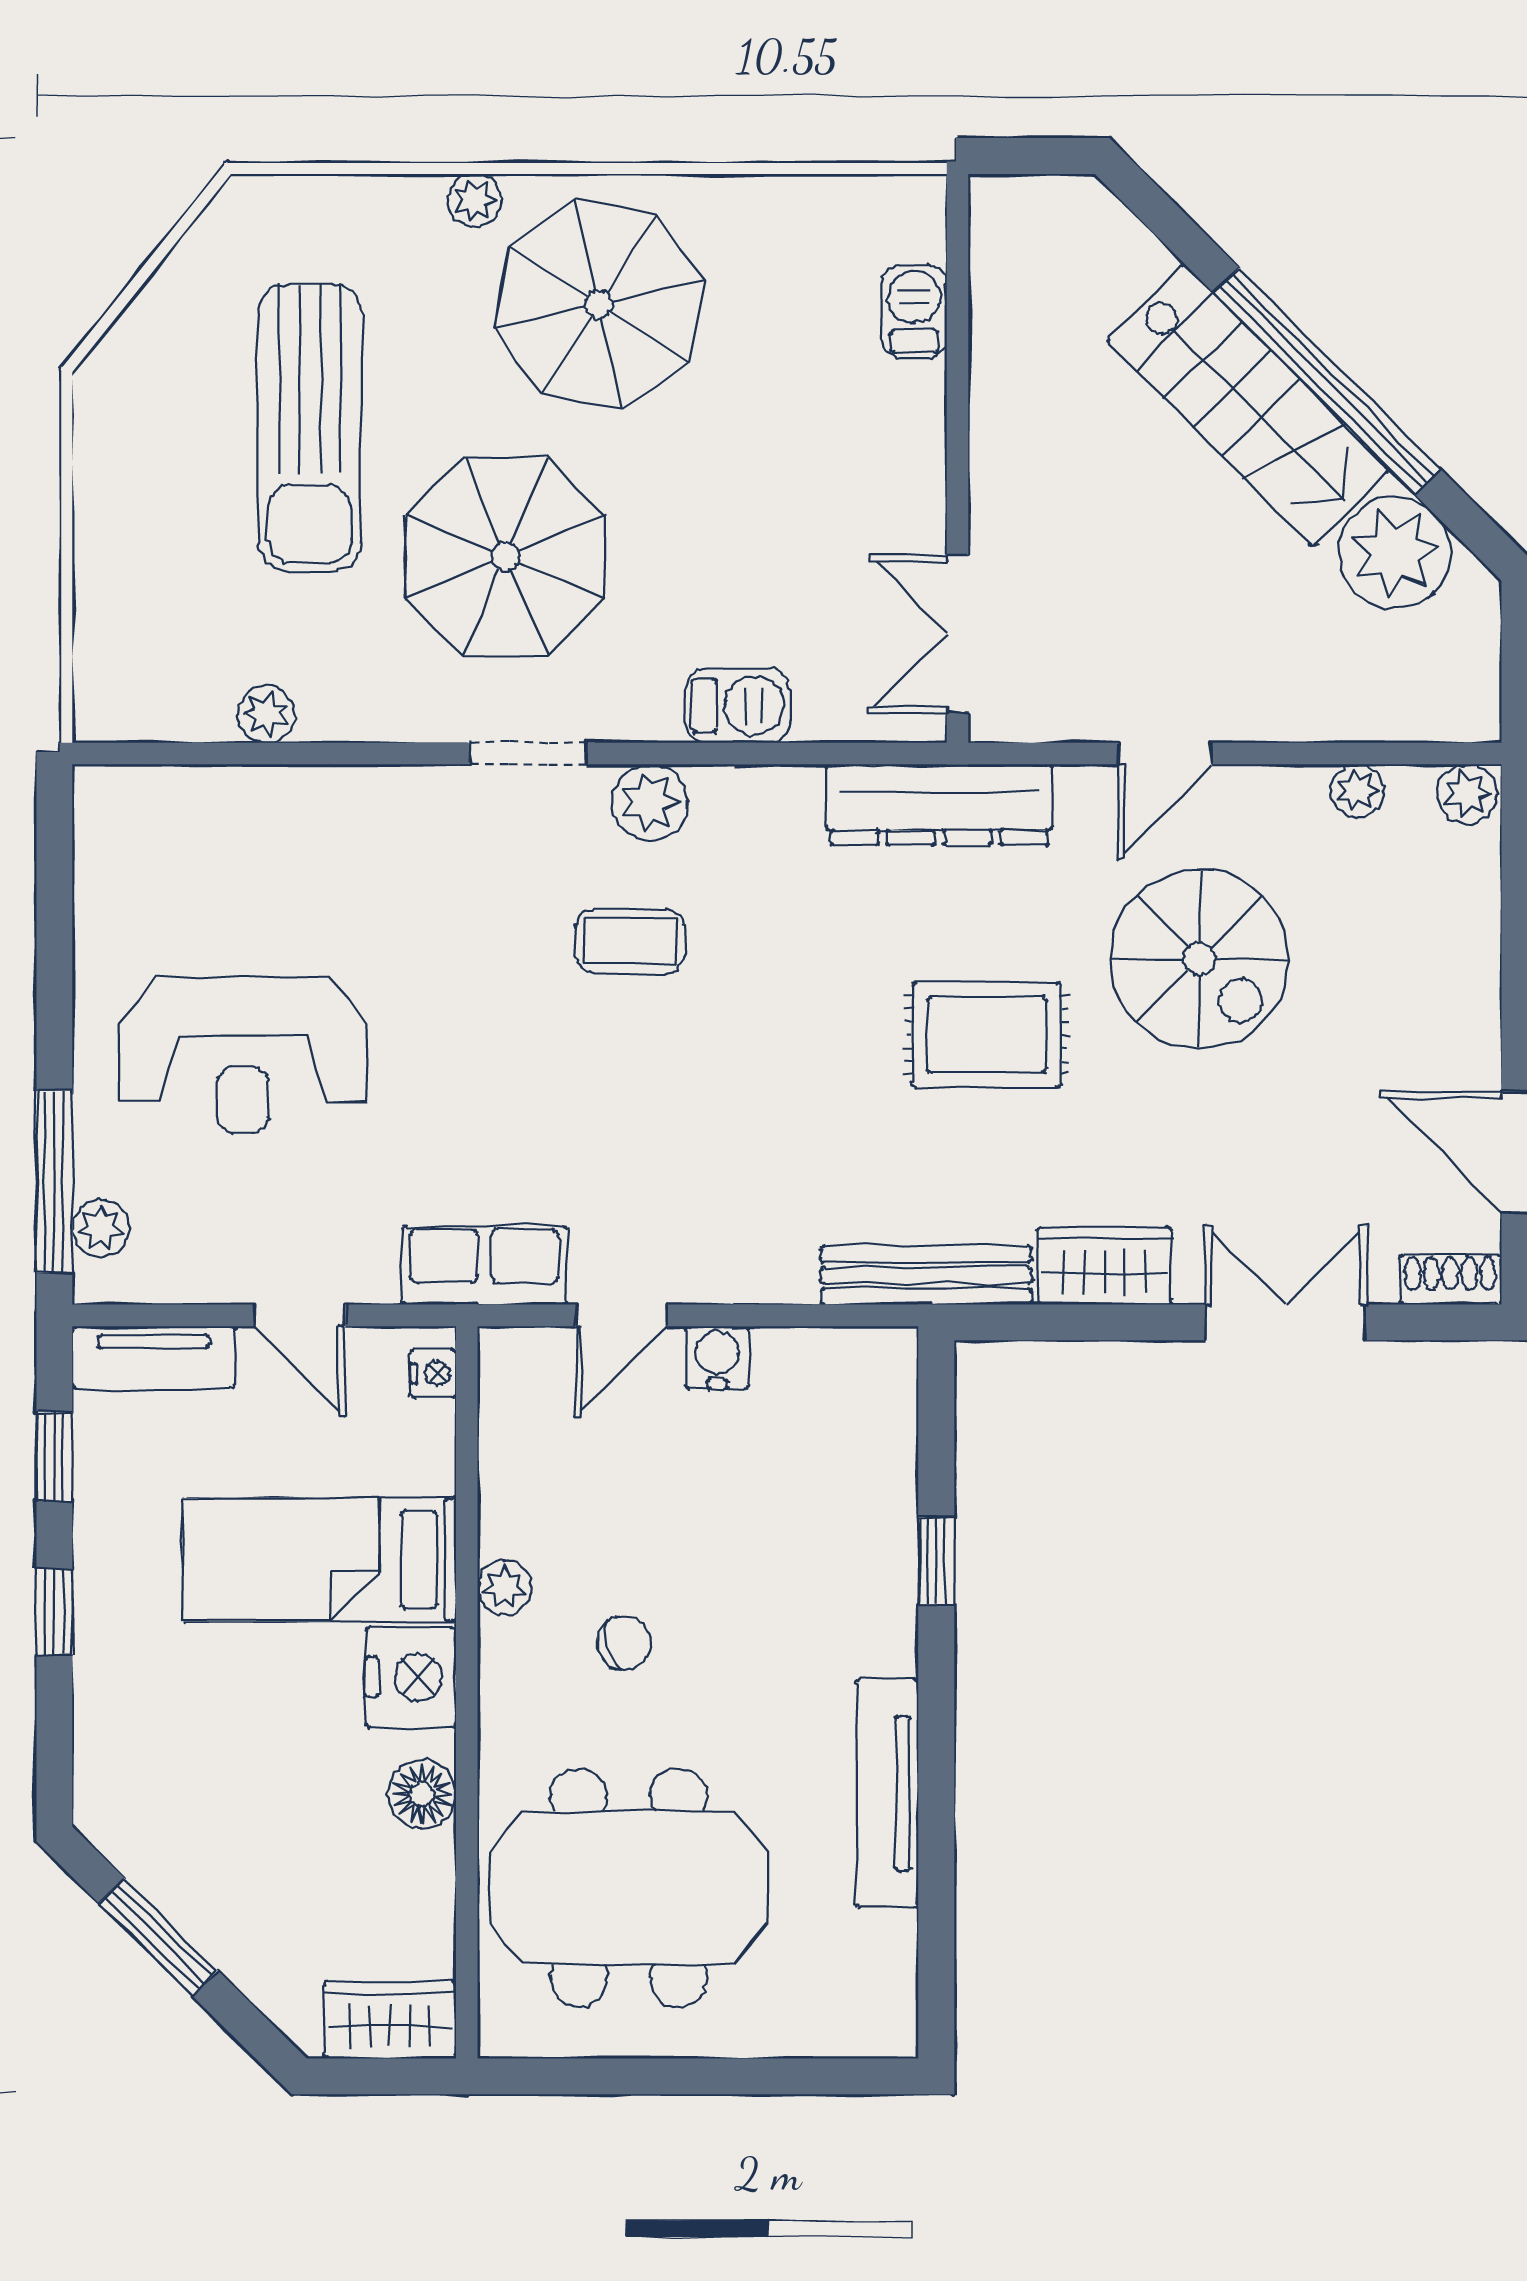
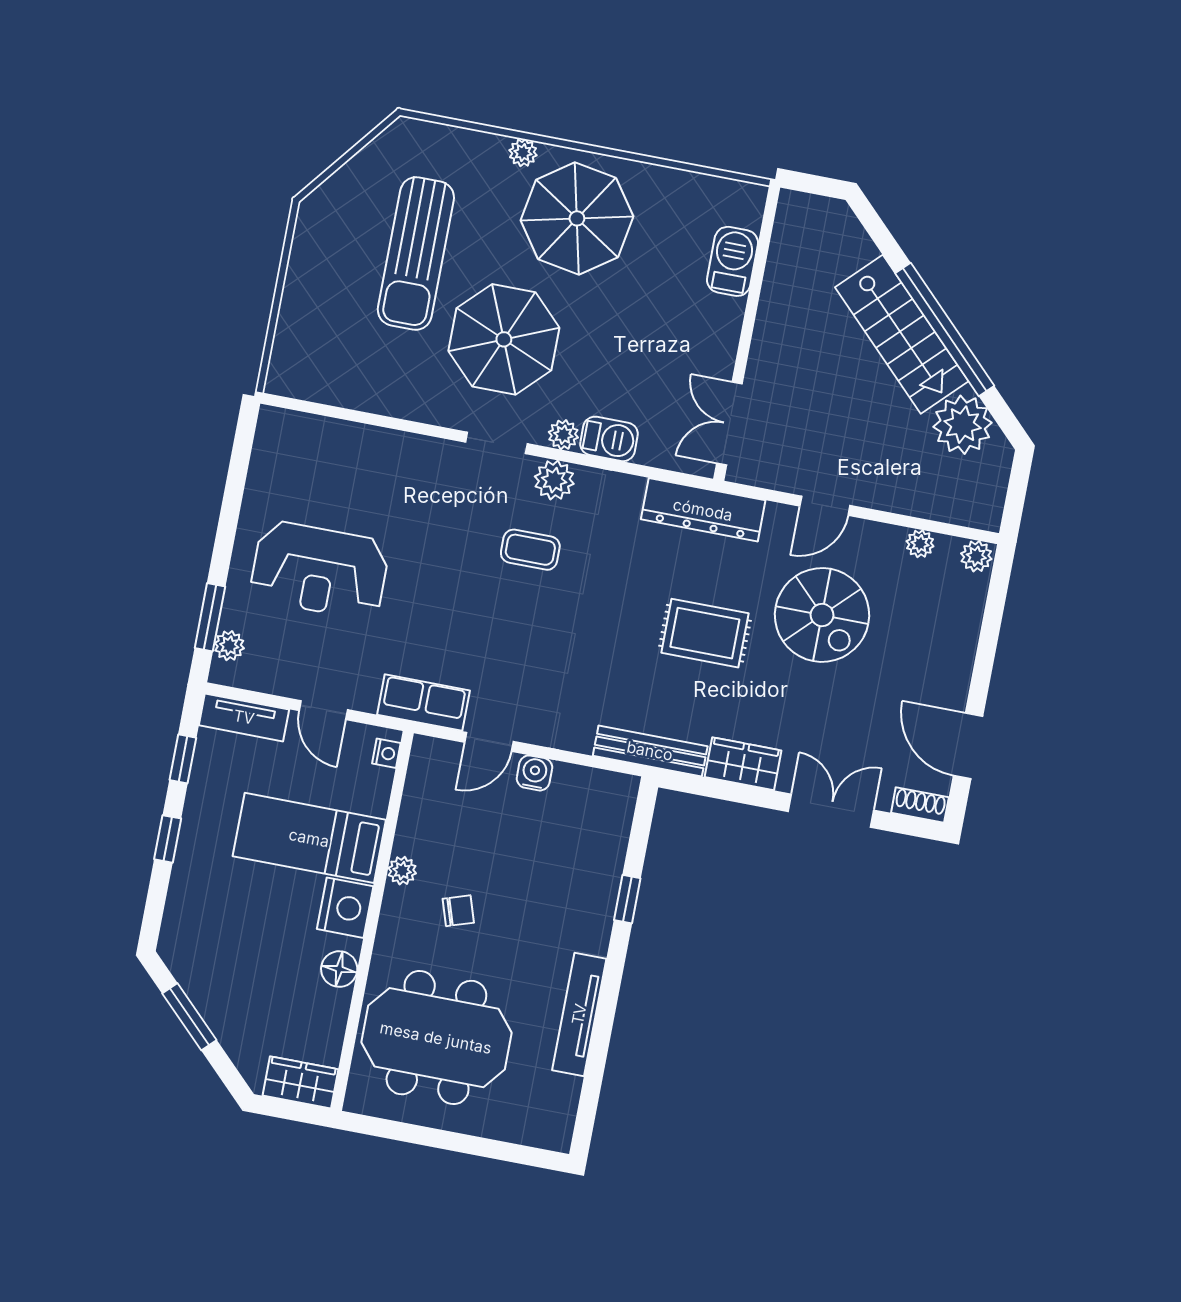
barbecue: (914, 312) -> (732, 261), width x1.38, depth x1.27
plant: (267, 714) -> (563, 435), moved
window: (54, 1182) -> (210, 617), width x0.69

